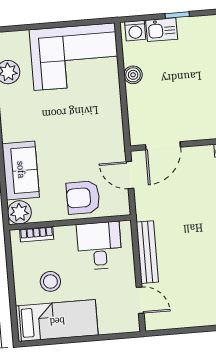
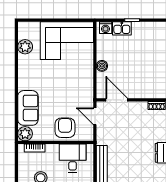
boiler: (133, 75) -> (102, 66), moved
door: (163, 146) -> (117, 100), swing flipped
armchair: (83, 198) -> (65, 128), turned 90

